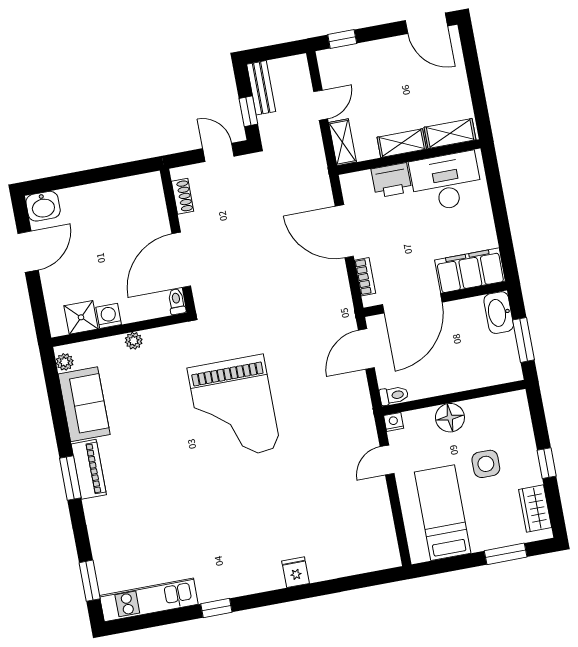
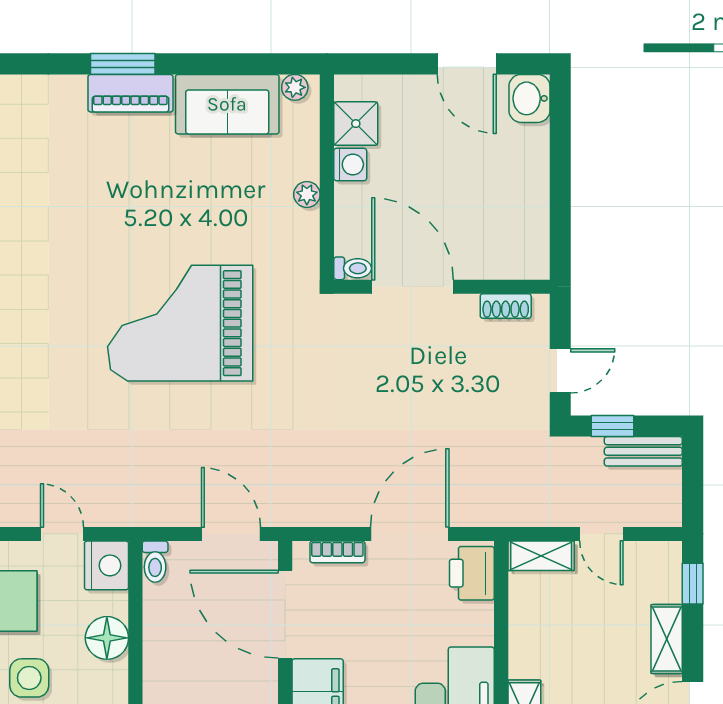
shelving: (402, 143) -> (667, 639), moved
printer: (391, 180) -> (472, 573), moved
nightstand: (394, 422) -> (106, 565), width x1.89, depth x1.79

